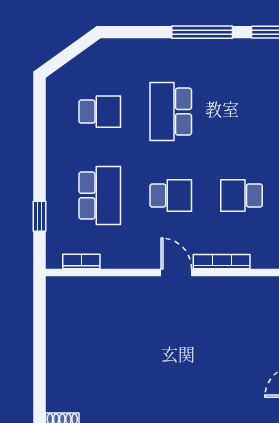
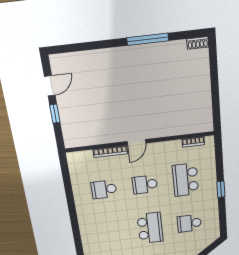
school desk: (242, 196) -> (104, 189), turned 180
window: (40, 216) -> (221, 189), moved
door: (176, 273) -> (136, 142), hinge flipped

